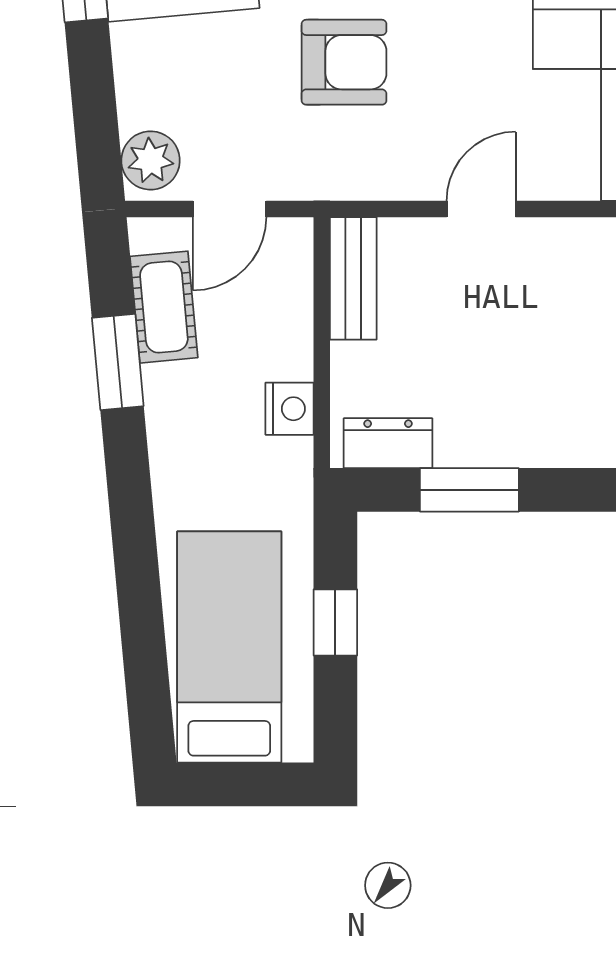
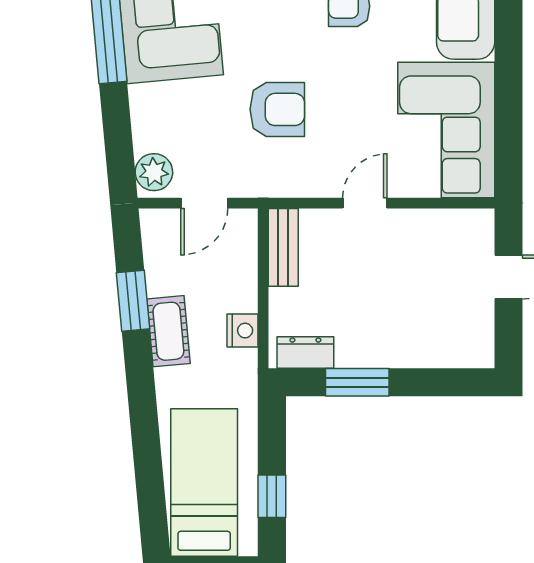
cot: (164, 307) -> (168, 331), moved
window: (335, 622) -> (272, 496), moved

